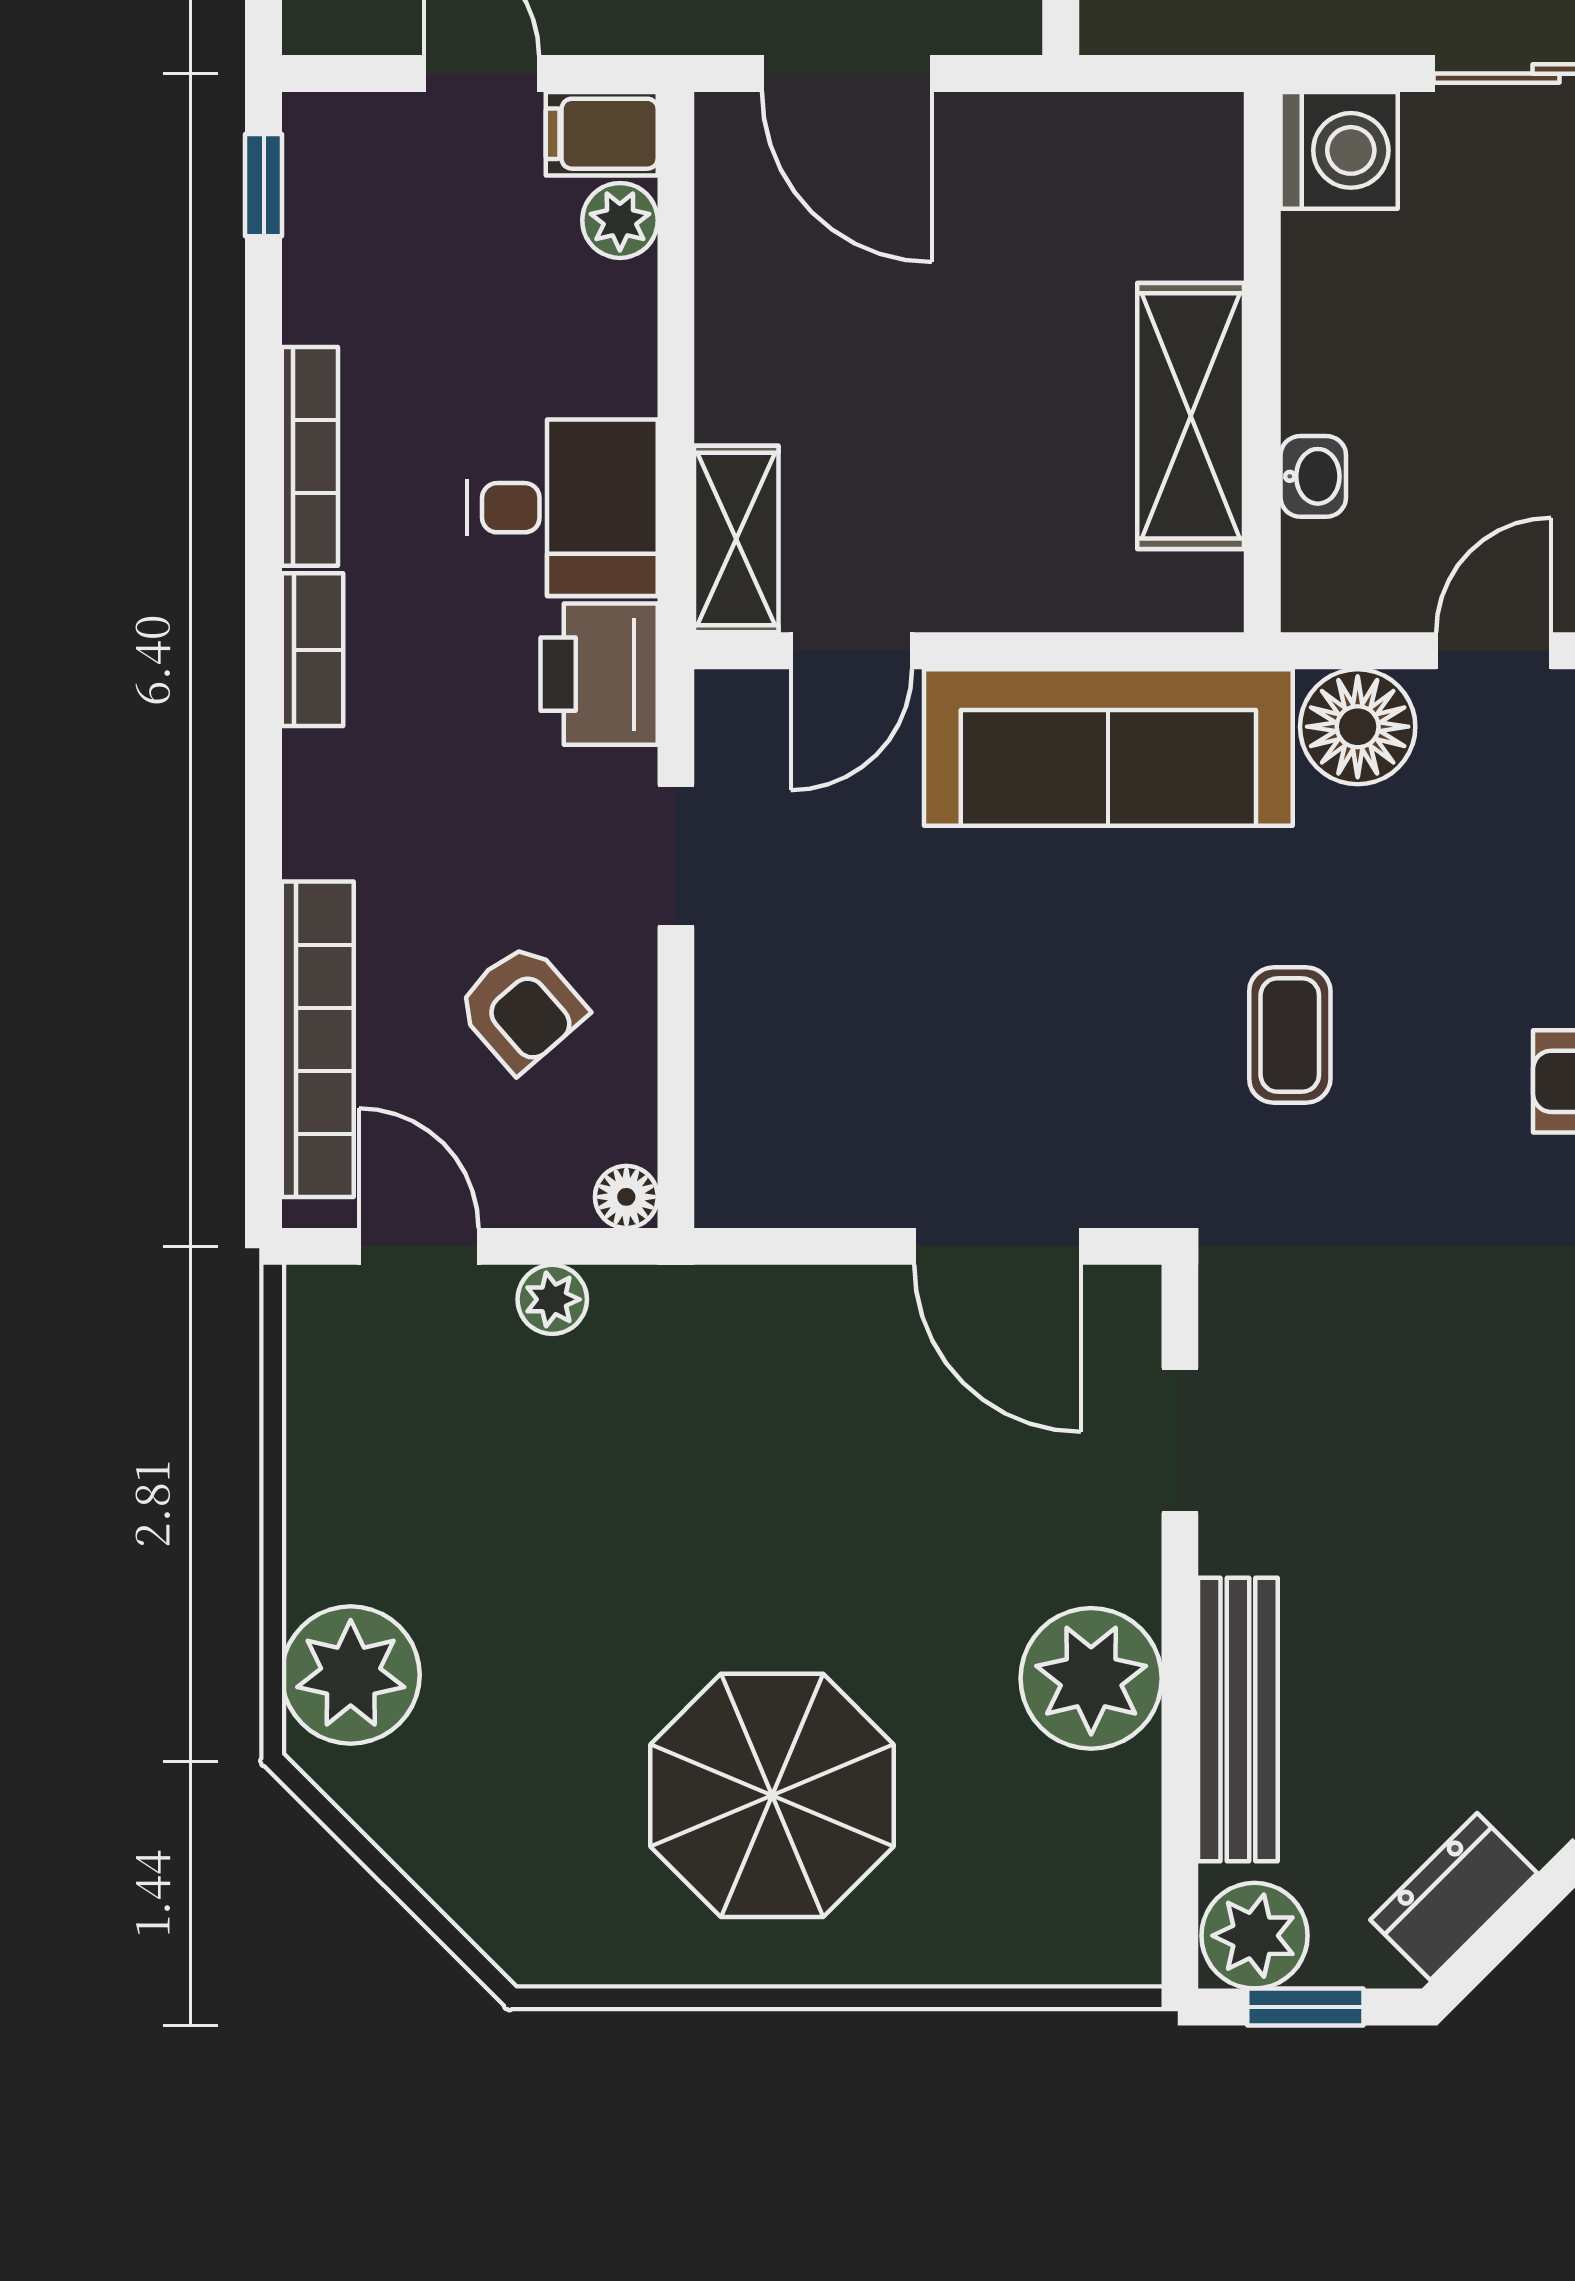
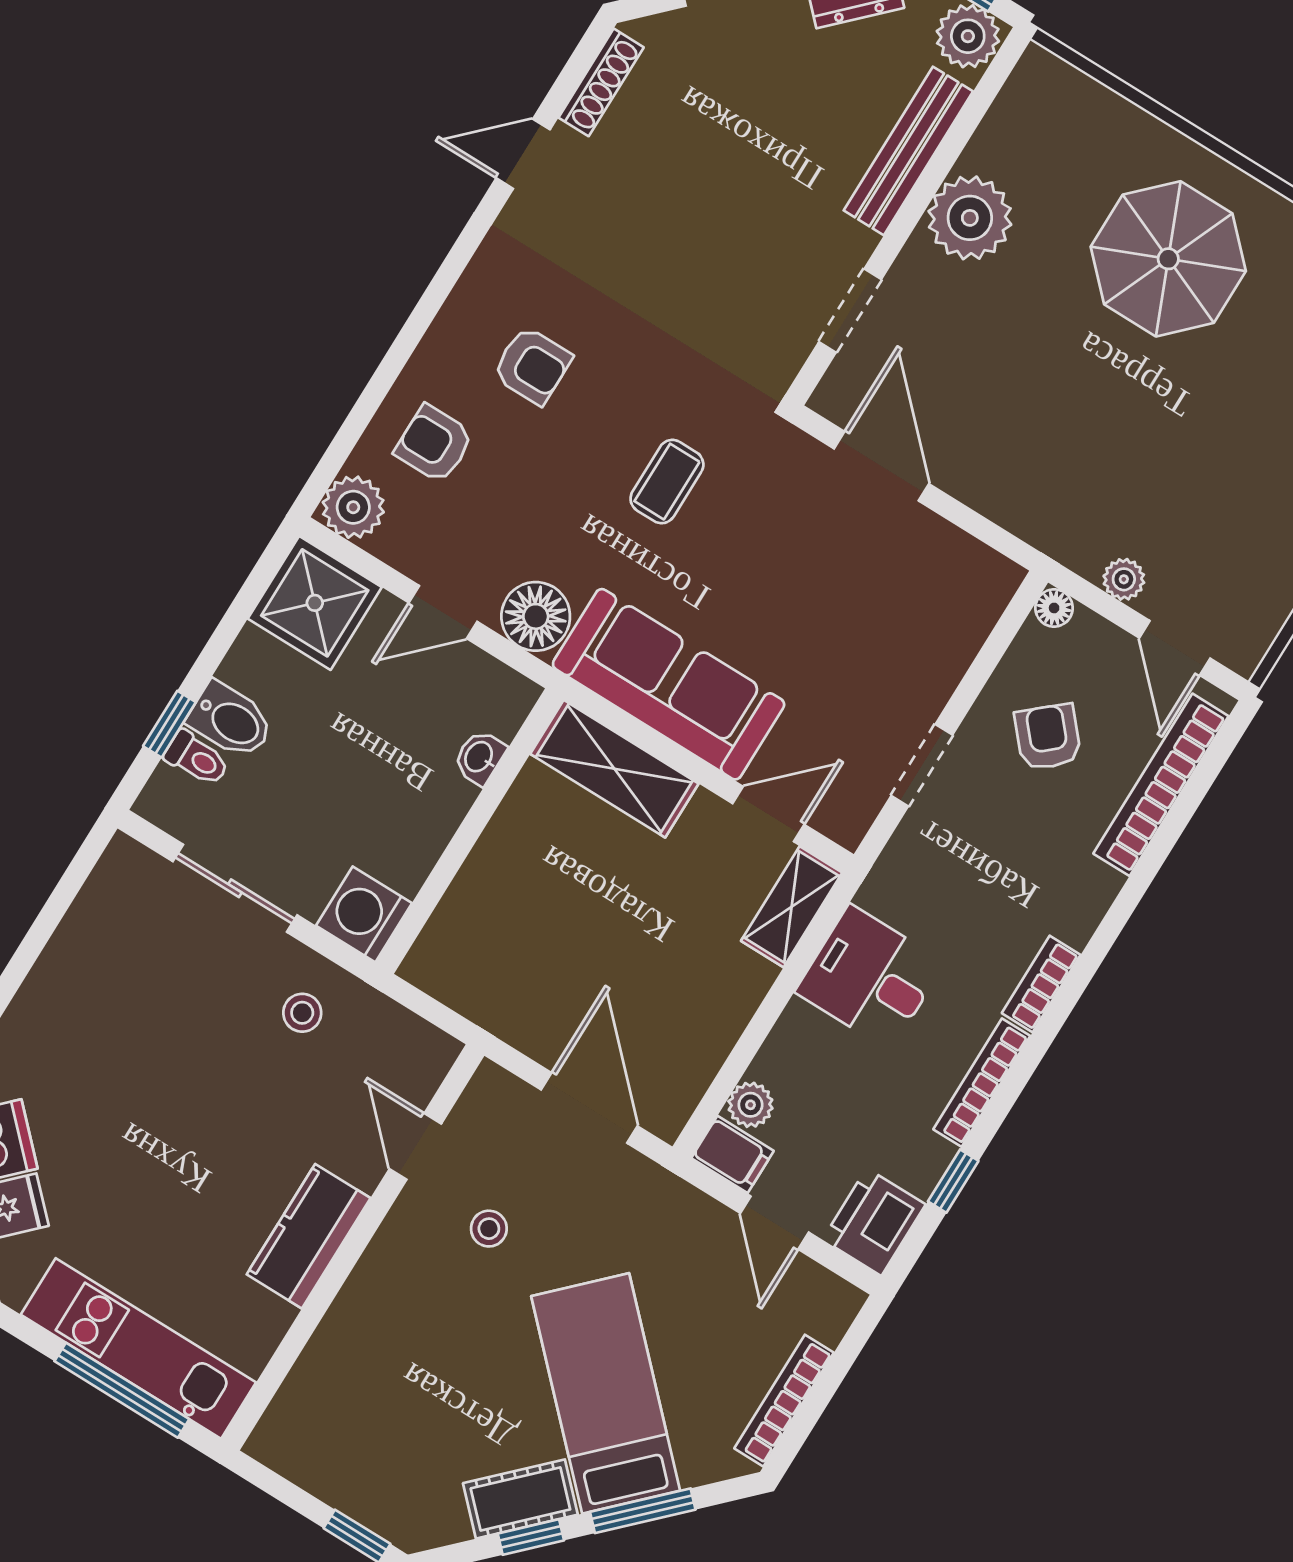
window: (264, 185) -> (953, 1181), moved
shelving: (1191, 416) -> (614, 769), moved, turned 90
printer: (599, 674) -> (874, 1222), moved, turned 180

